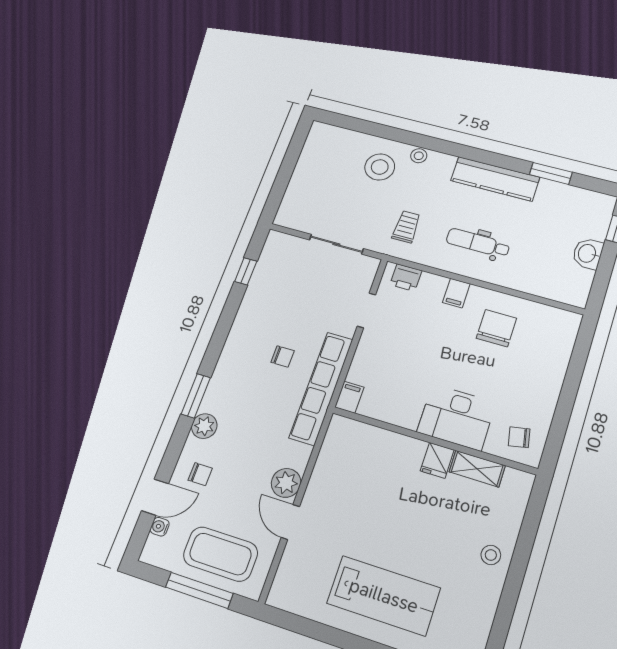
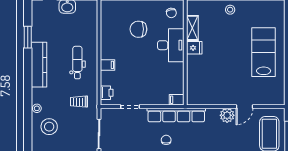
dental chair: (478, 243) -> (77, 63), turned 180
chair: (496, 328) -> (138, 29), moved

